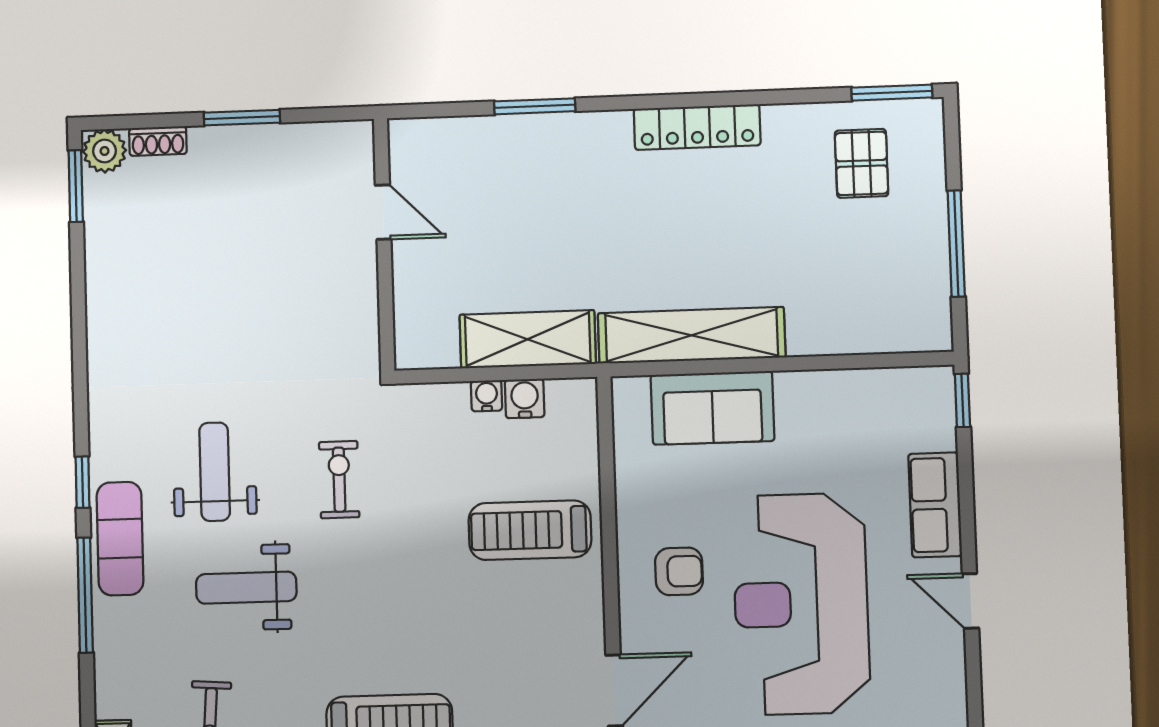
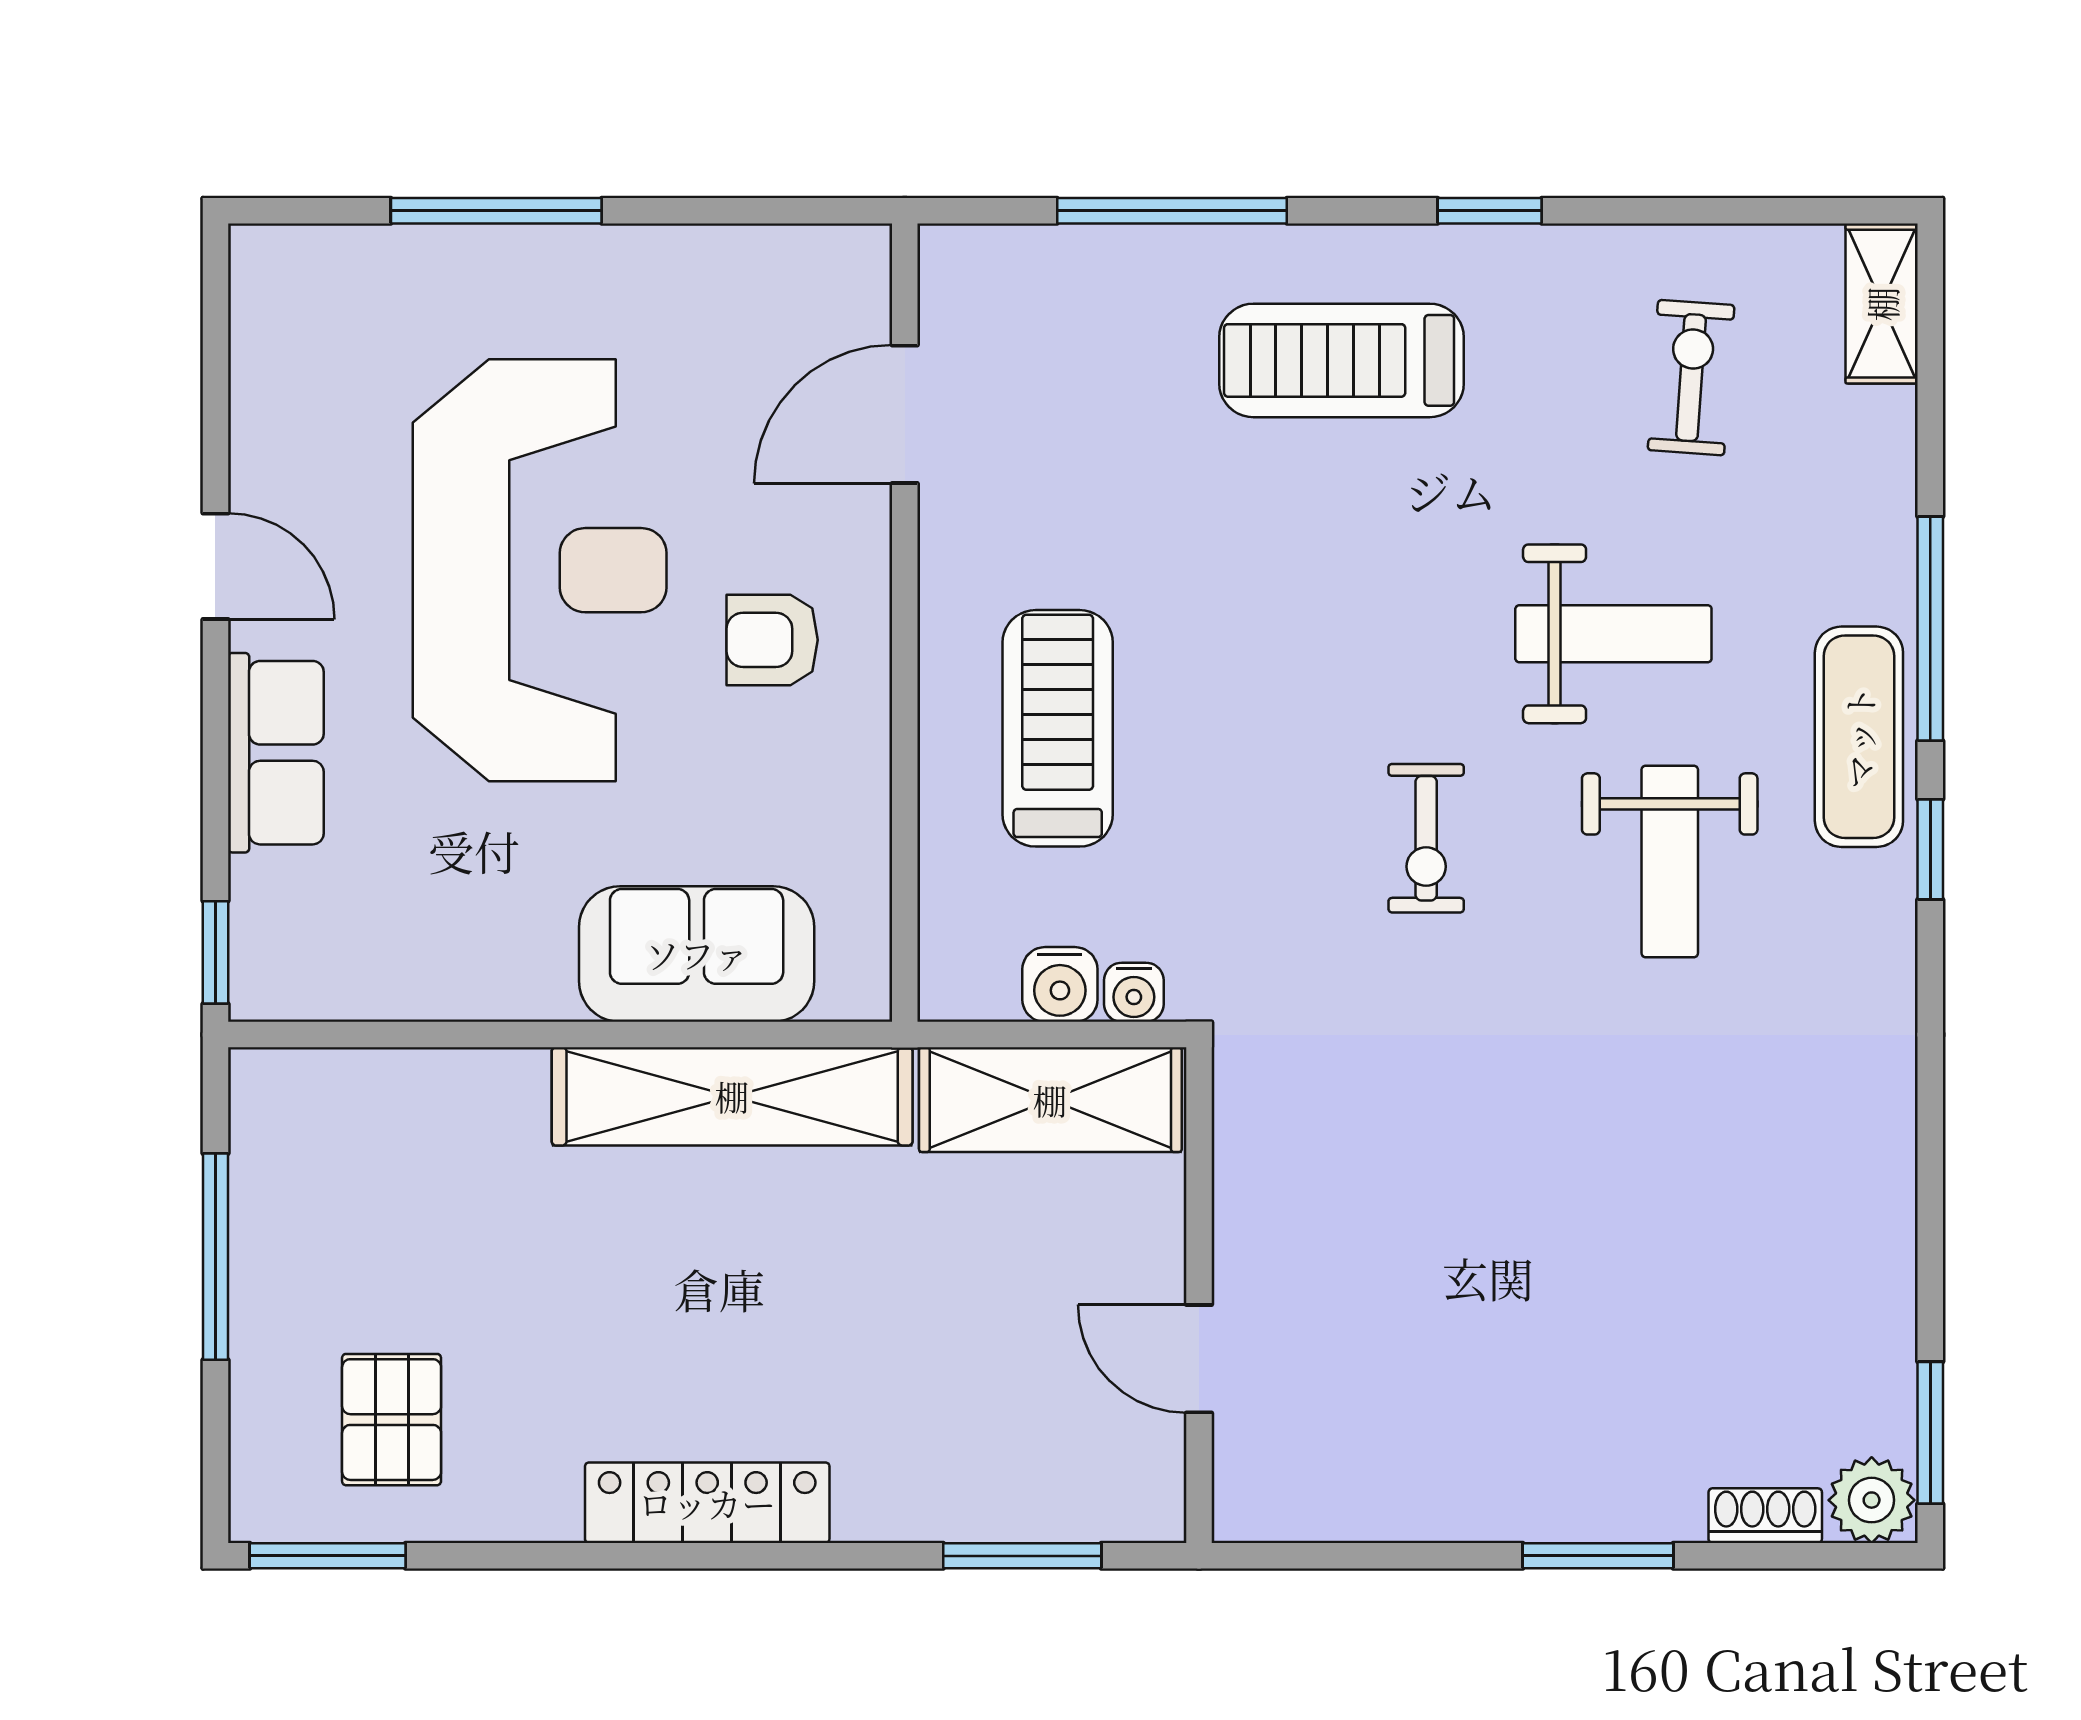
door: (383, 212) -> (1199, 1359), moved
wall: (384, 244) -> (1199, 1295), moved
treadmill: (530, 530) -> (1058, 728), turned -90

